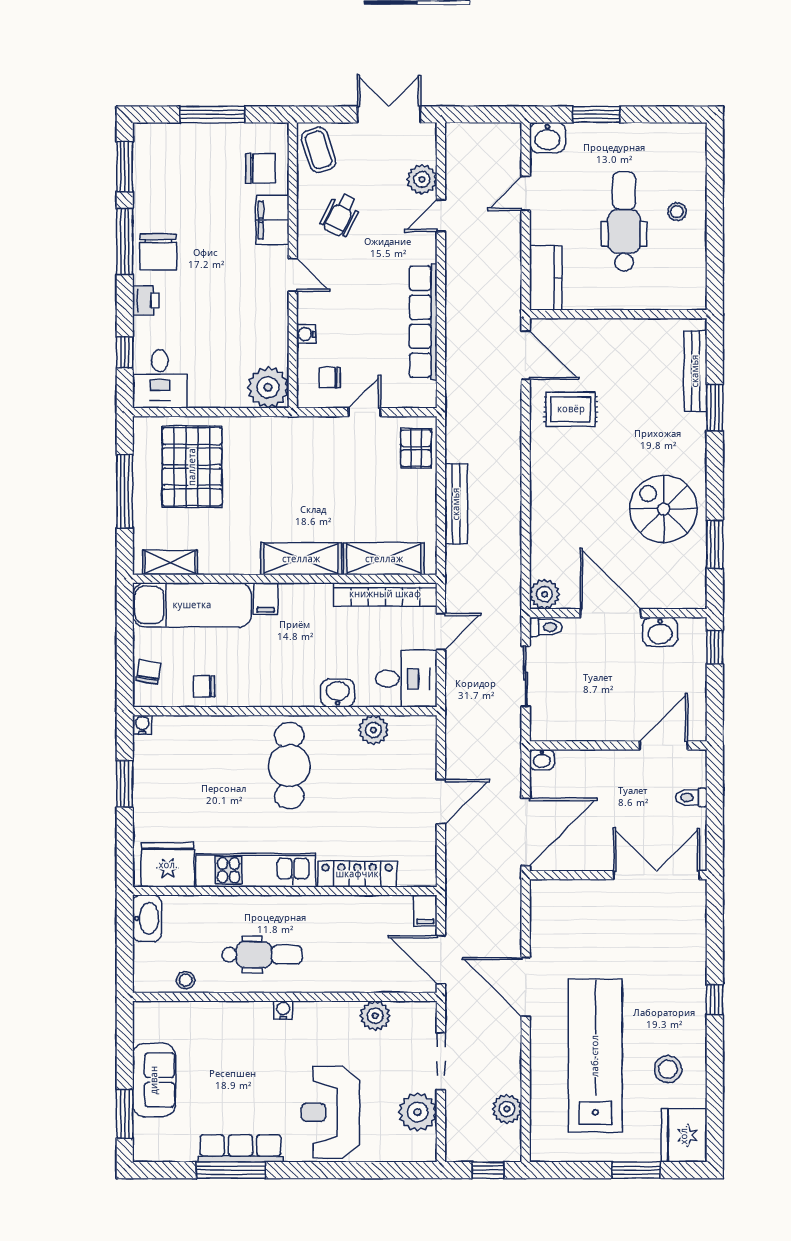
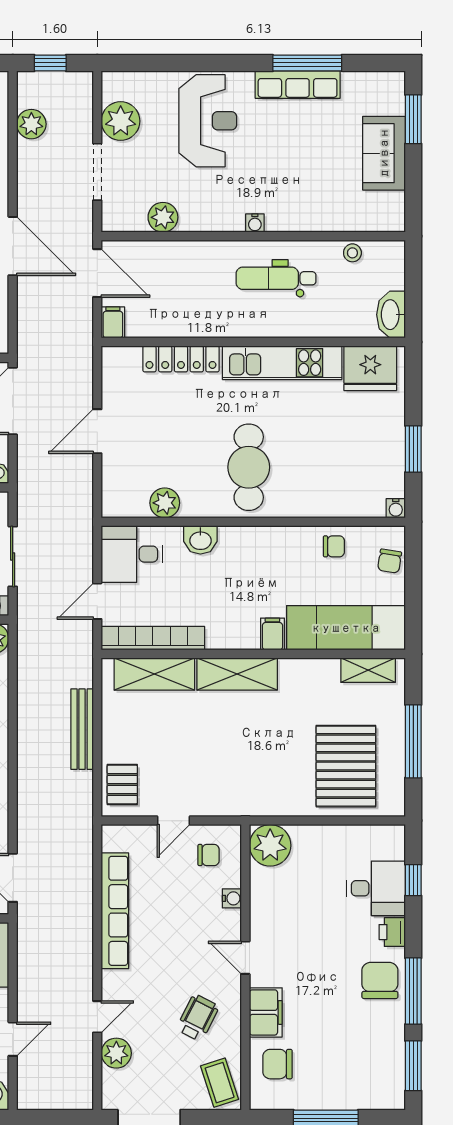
desk: (160, 379) -> (376, 888), moved, turned 90

